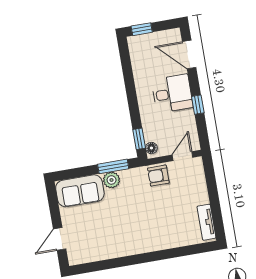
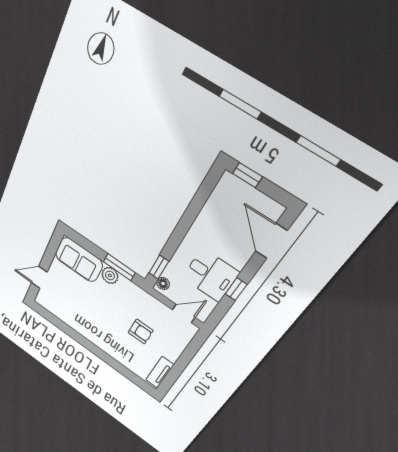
desk: (172, 94) -> (210, 275), moved
armchair: (158, 176) -> (141, 332), moved, turned 180

